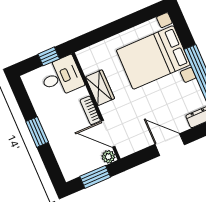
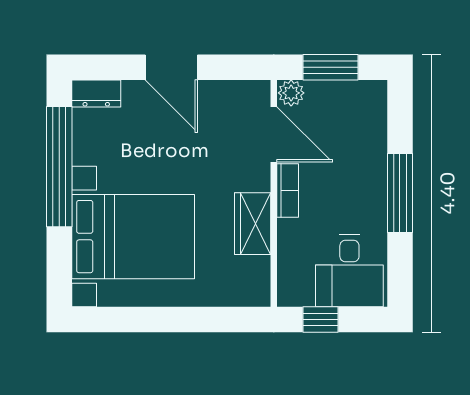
desk: (61, 77) -> (349, 271), moved, turned -90
window: (37, 132) -> (400, 193), width x1.44

